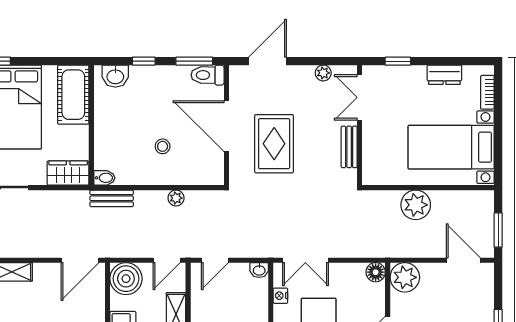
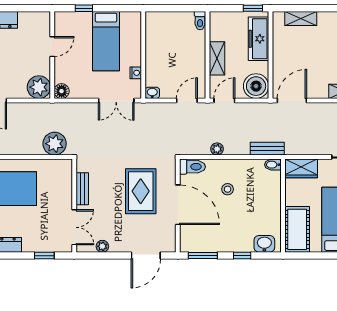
toilet: (208, 75) -> (192, 167), moved
plant: (416, 205) -> (55, 144), moved
double door: (305, 260) -> (116, 100), swing flipped

